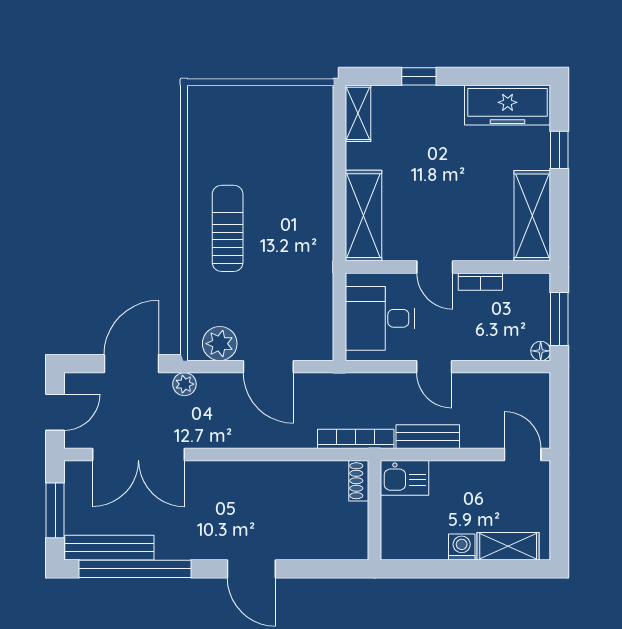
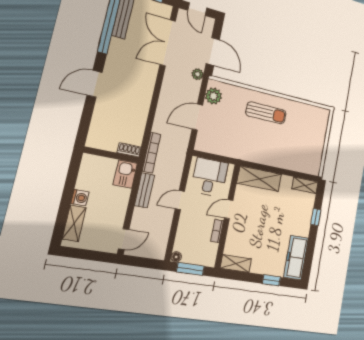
shelving: (532, 216) -> (236, 264), width x0.67, depth x0.75

